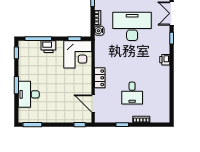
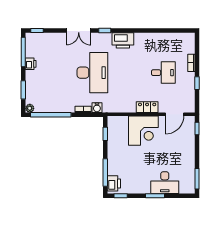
desk: (132, 26) -> (92, 73), turned 180
printer: (48, 47) -> (114, 183), moved
corner desk: (78, 54) -> (143, 131), moved, turned 90
printer: (165, 60) -> (123, 40), width x1.87, depth x1.48

